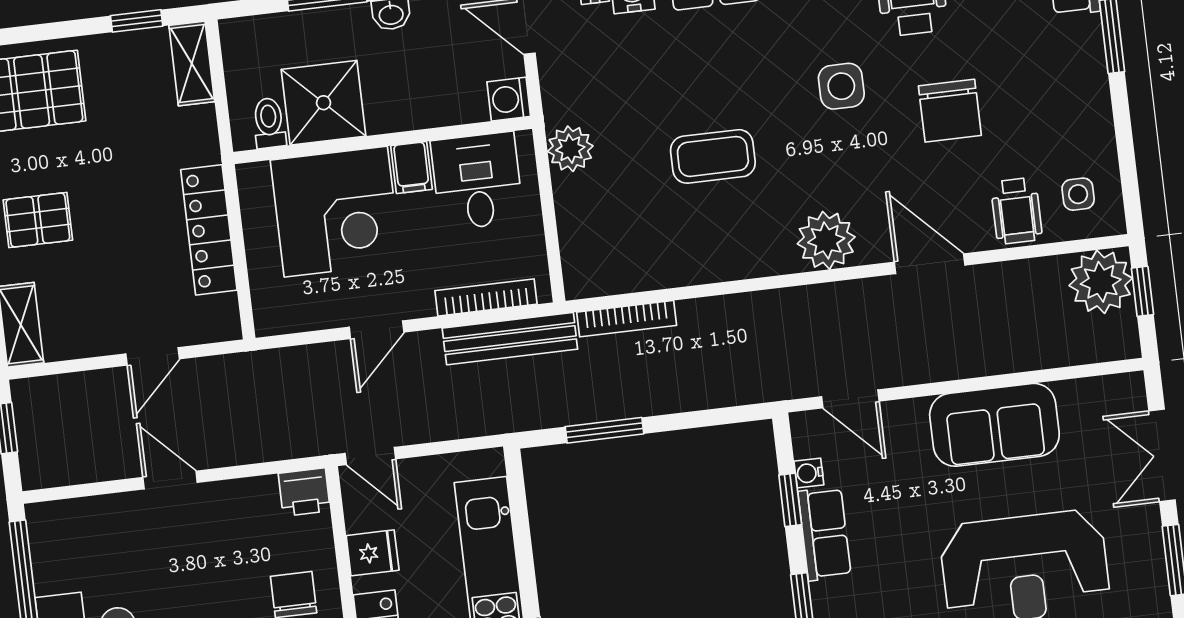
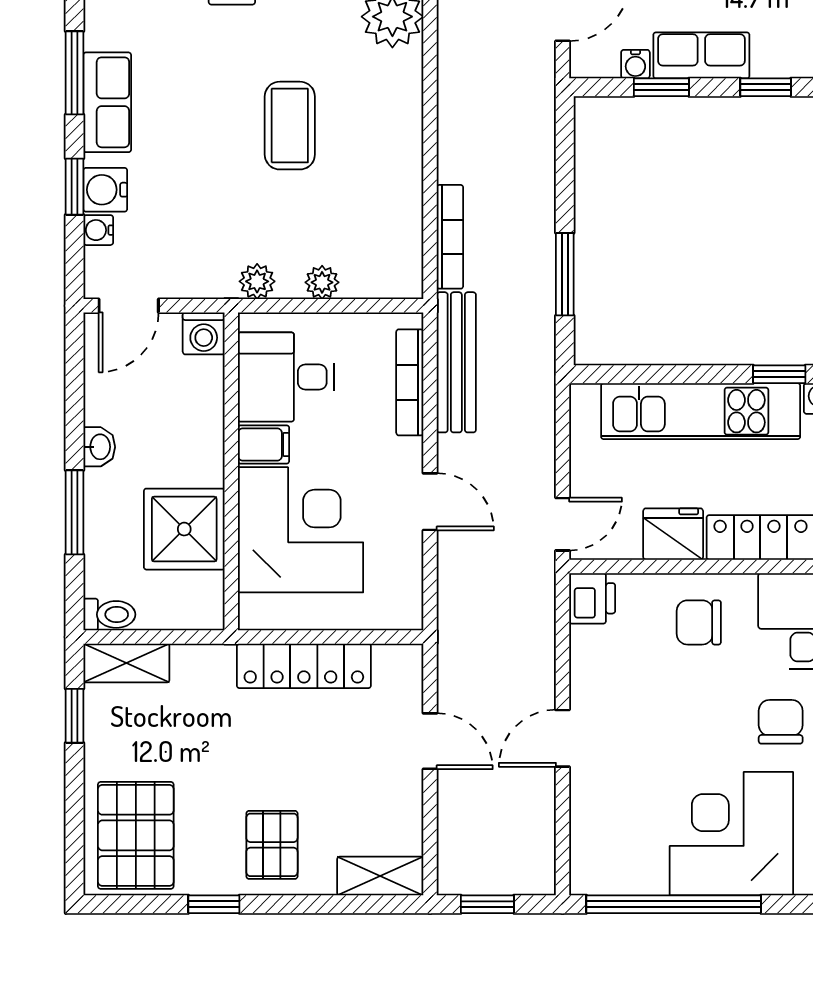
toilet: (269, 123) -> (109, 614), moved, turned 180
plant: (570, 149) -> (257, 281), width x0.73, depth x0.73
plant: (570, 204) -> (322, 282), added
fridge: (373, 553) -> (673, 534), width x1.38

